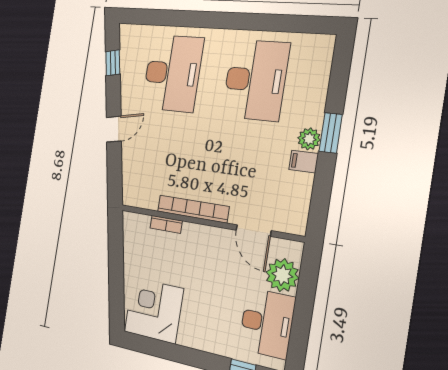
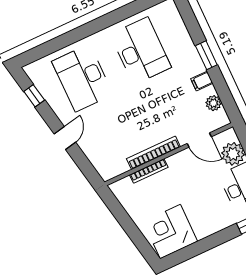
desk: (172, 73) -> (82, 78), turned 180
plant: (309, 139) -> (213, 103), moved
bookcase: (166, 224) -> (149, 171), width x1.56

